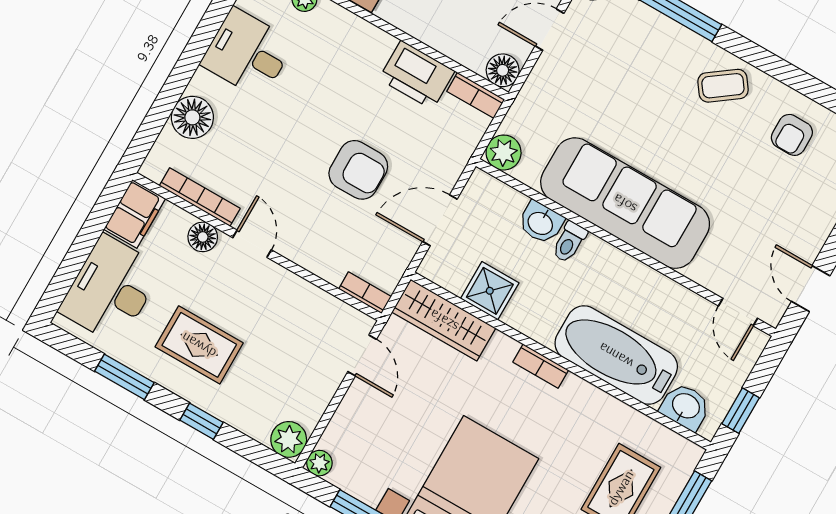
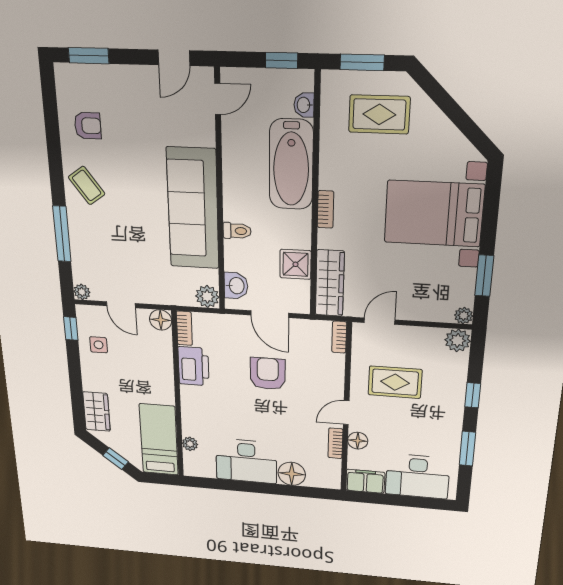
desk: (248, 53) -> (246, 461), width x1.37
bookcase: (200, 197) -> (335, 443), width x0.64
washbasin: (541, 223) -> (236, 286), moved
rug: (199, 345) -> (395, 382), moved, turned 90
washbasin: (685, 407) -> (304, 105), width x0.72, depth x0.69

